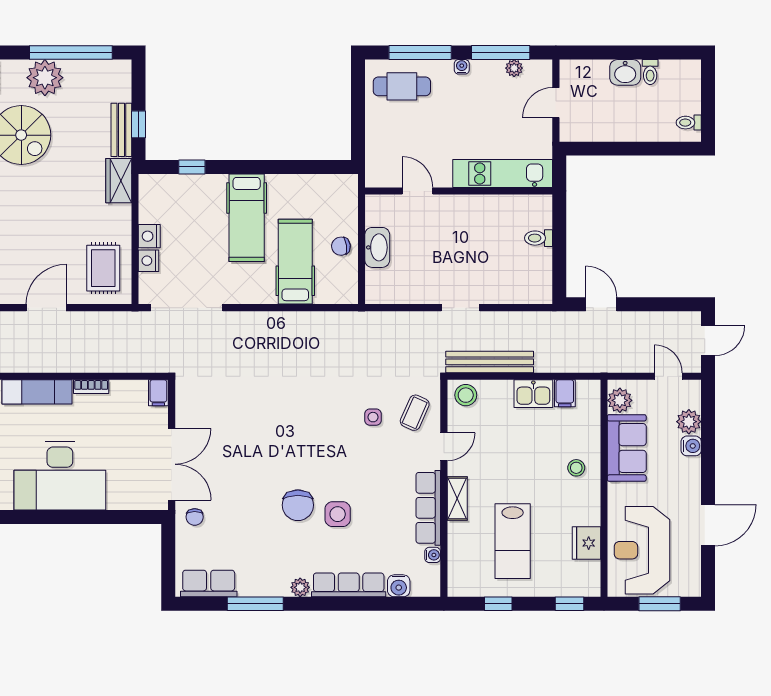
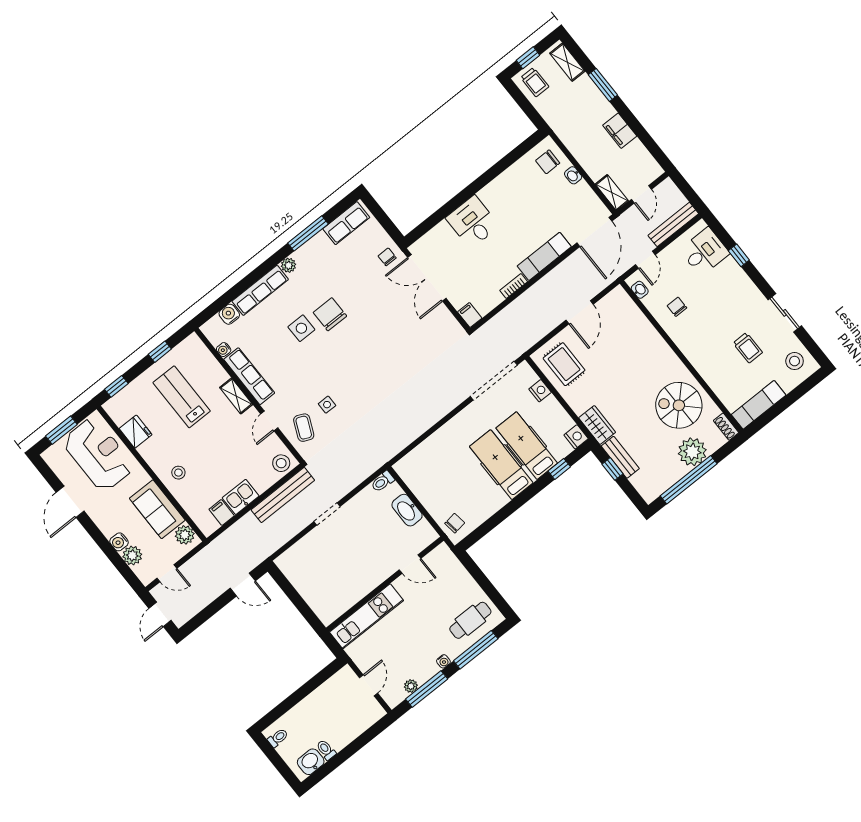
washbasin: (625, 72) -> (311, 762), moved
nightstand: (149, 236) -> (576, 437), moved
toilet: (539, 238) -> (383, 482), moved, turned 180
chair: (341, 246) -> (455, 523), moved
hospital bed: (295, 262) -> (527, 446), moved, turned 180
desk: (60, 476) -> (473, 222), width x0.53, depth x0.77

